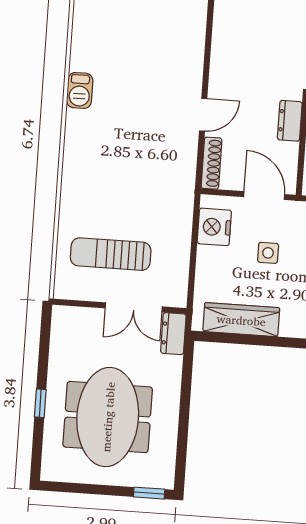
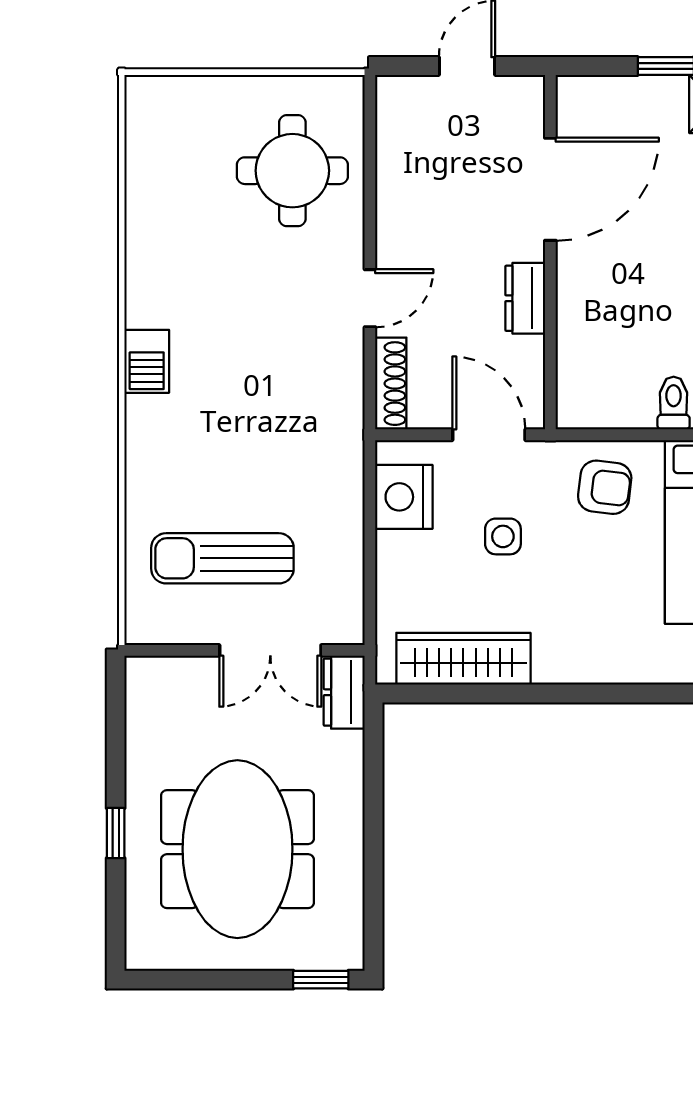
round table: (165, 40) -> (292, 171), added
barbecue: (80, 90) -> (147, 361), moved

